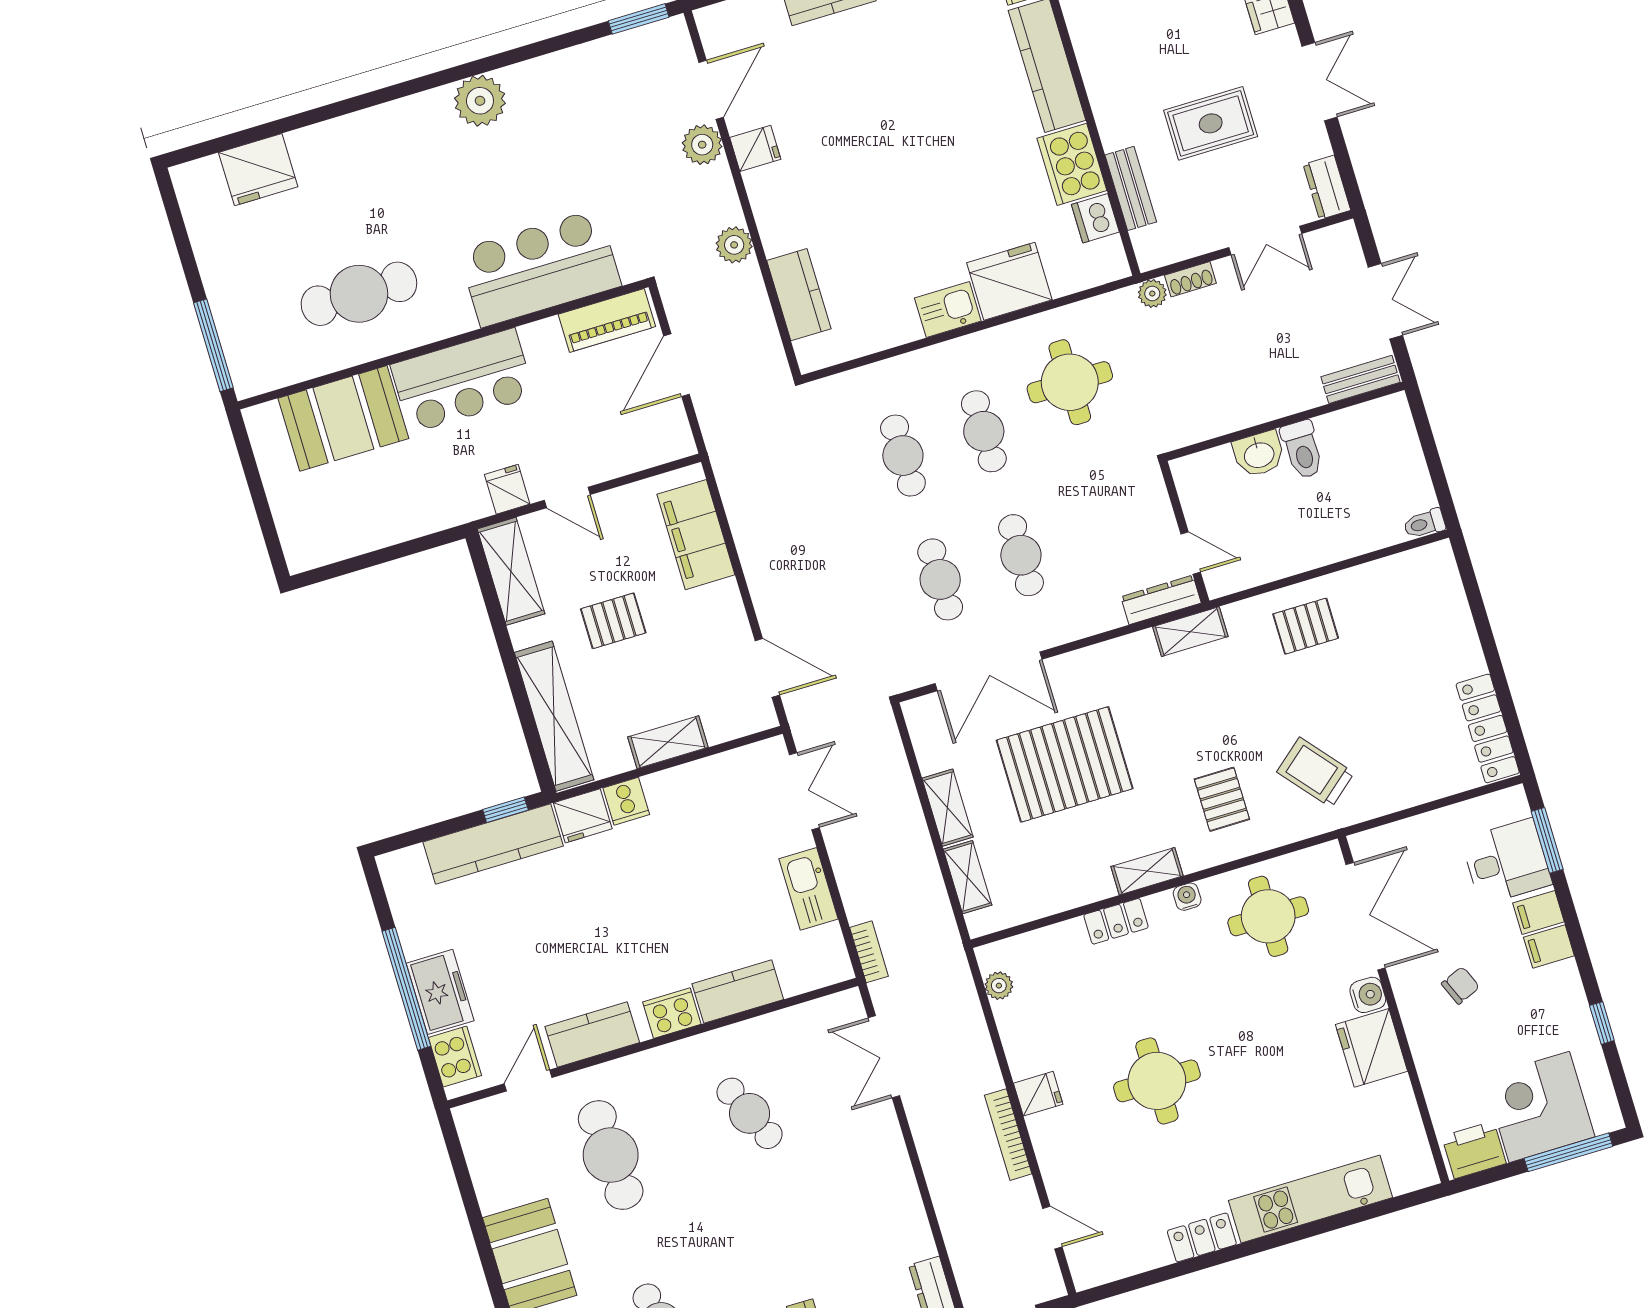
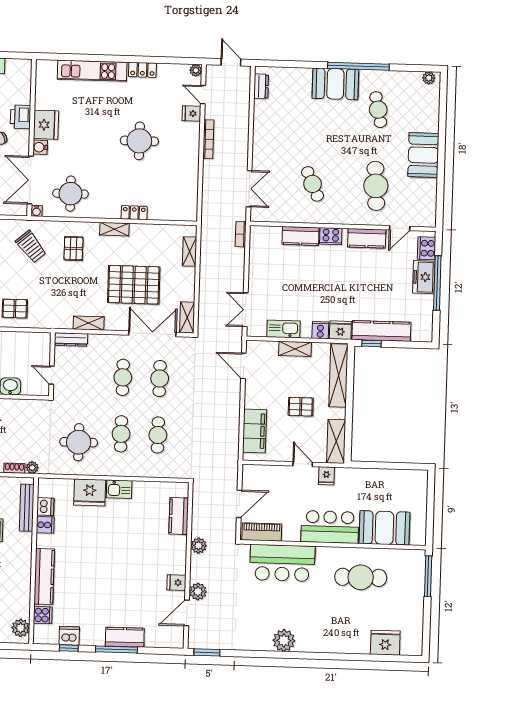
cooker: (1072, 164) -> (45, 525), width x0.53, depth x0.76
bench: (1131, 188) -> (27, 508), width x1.36
door: (1191, 553) -> (52, 375), moved
shelving: (1190, 632) -> (89, 323), moved
shelving: (948, 808) -> (187, 317), moved
kitchen sink: (809, 889) -> (284, 329), moved, turned -90
water cooler: (1187, 897) -> (37, 211), moved
plant: (999, 986) -> (196, 70), moved
fridge: (1038, 1094) -> (191, 114), moved
printer: (1474, 1150) -> (21, 117), moved, turned 90

